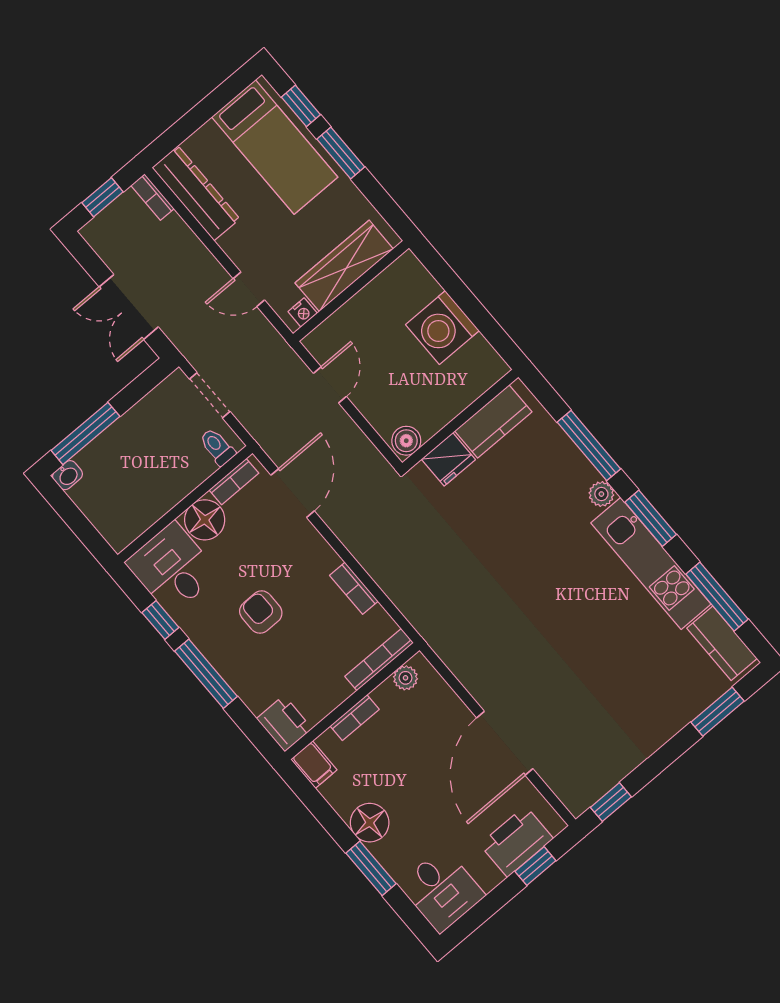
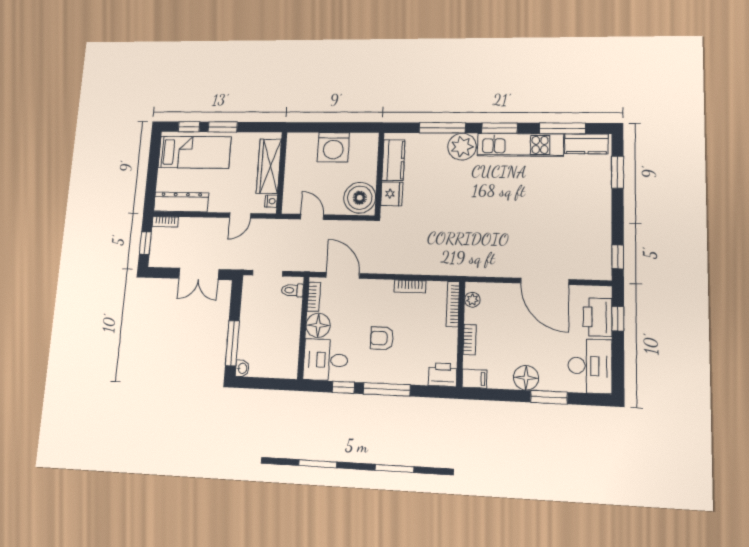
boiler: (406, 441) -> (360, 198), width x1.86, depth x1.86
plant: (601, 494) -> (462, 147), width x1.88, depth x1.88
desk: (442, 890) -> (590, 366), width x1.37

